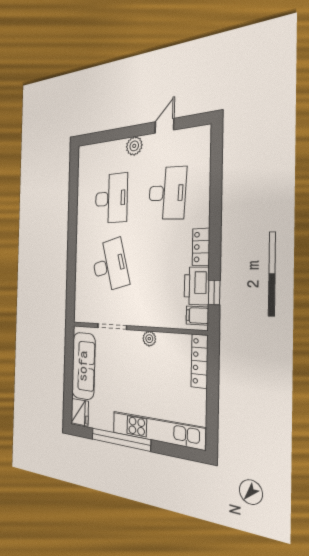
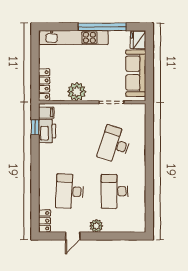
locker: (201, 247) -> (45, 221), moved
desk: (110, 265) -> (115, 144), turned 33
plant: (149, 339) -> (77, 92), width x1.87, depth x1.87

